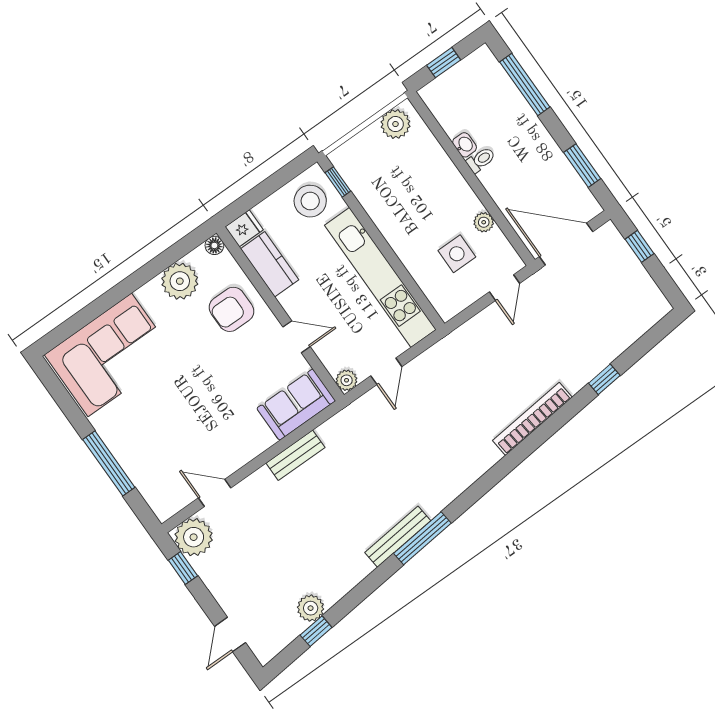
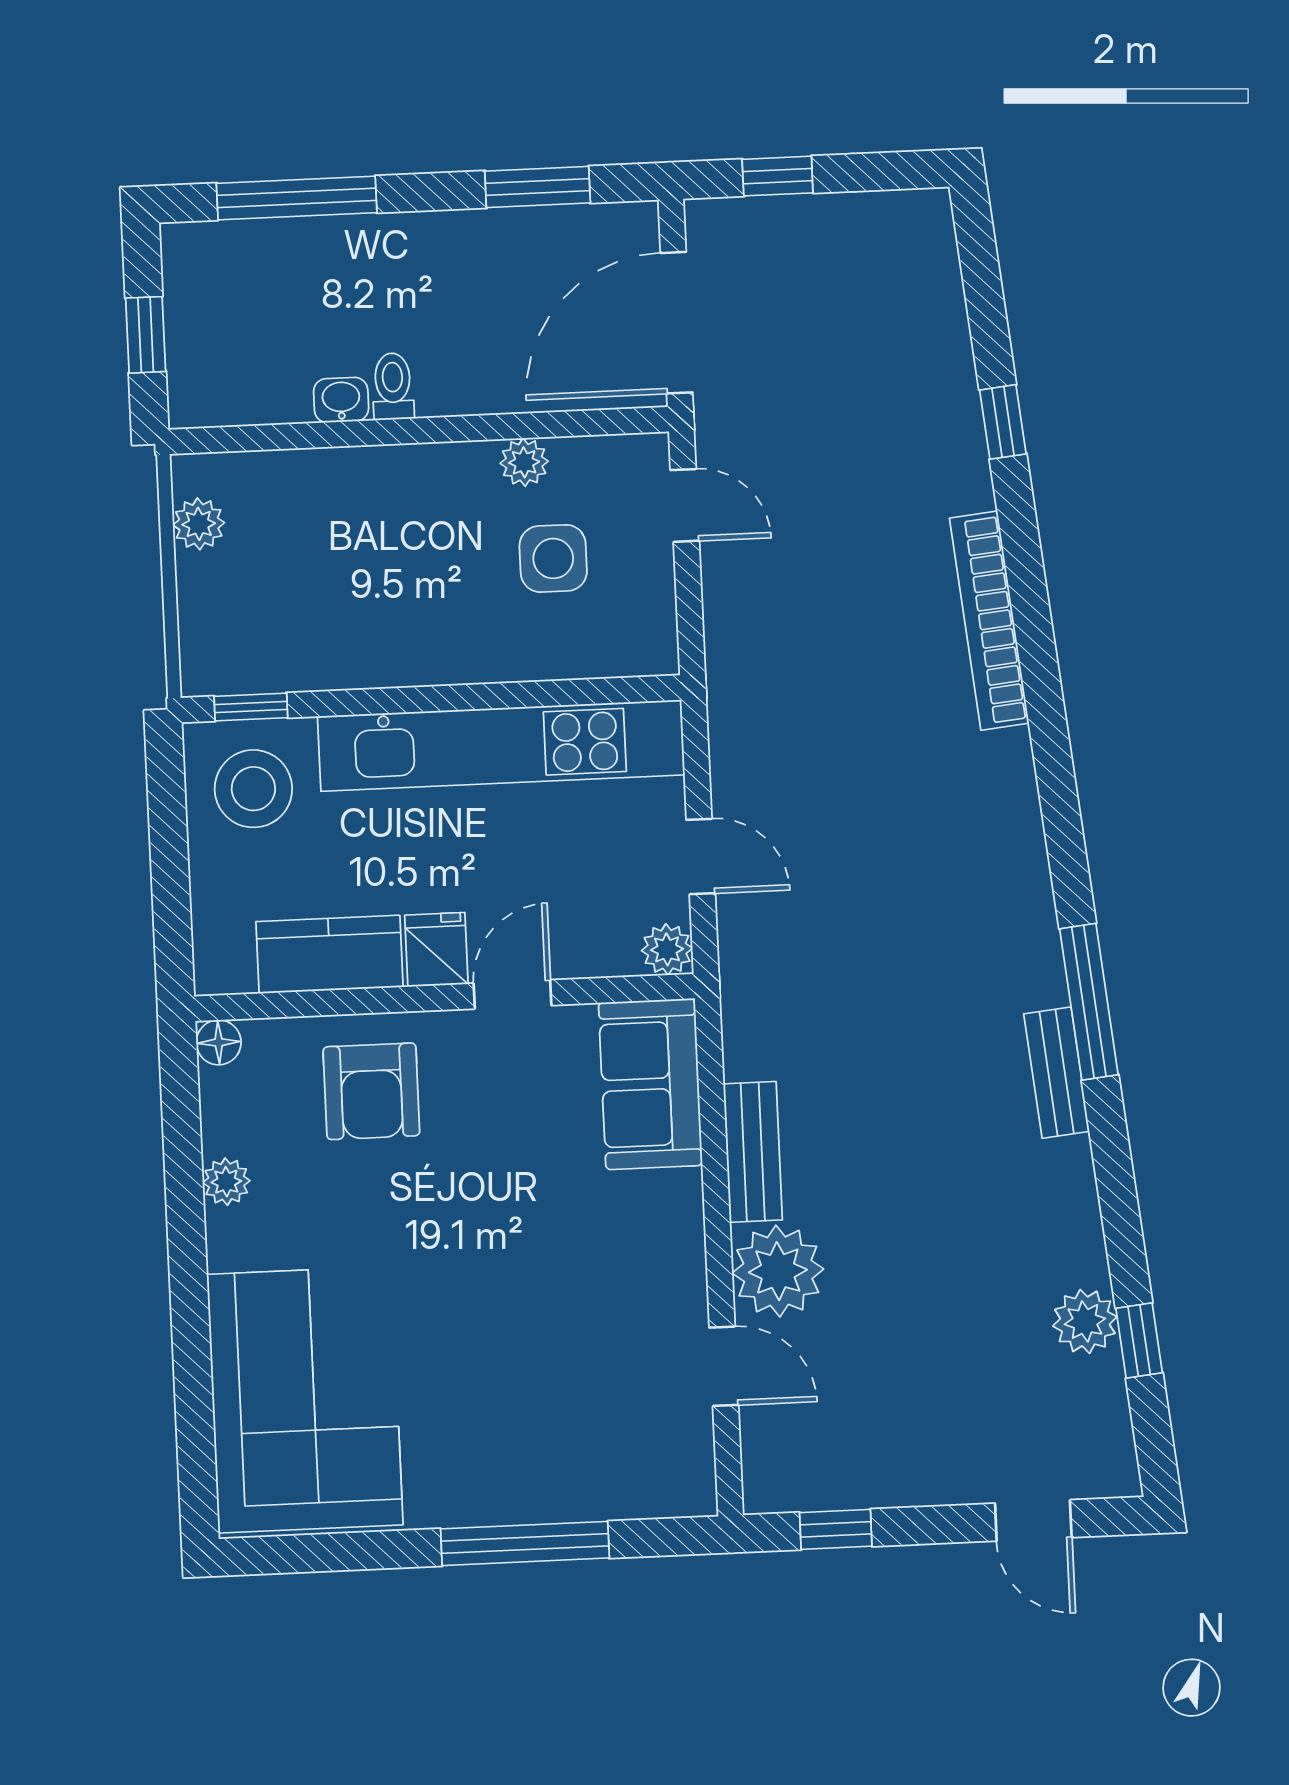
plant: (395, 124) -> (199, 524), width x0.73, depth x0.73
fridge: (244, 228) -> (436, 950), moved
plant: (180, 281) -> (226, 1182), width x0.53, depth x0.53
door: (215, 493) -> (724, 1366), swing flipped
plant: (194, 537) -> (778, 1271), moved
bench: (398, 537) -> (1057, 1073), width x0.73

